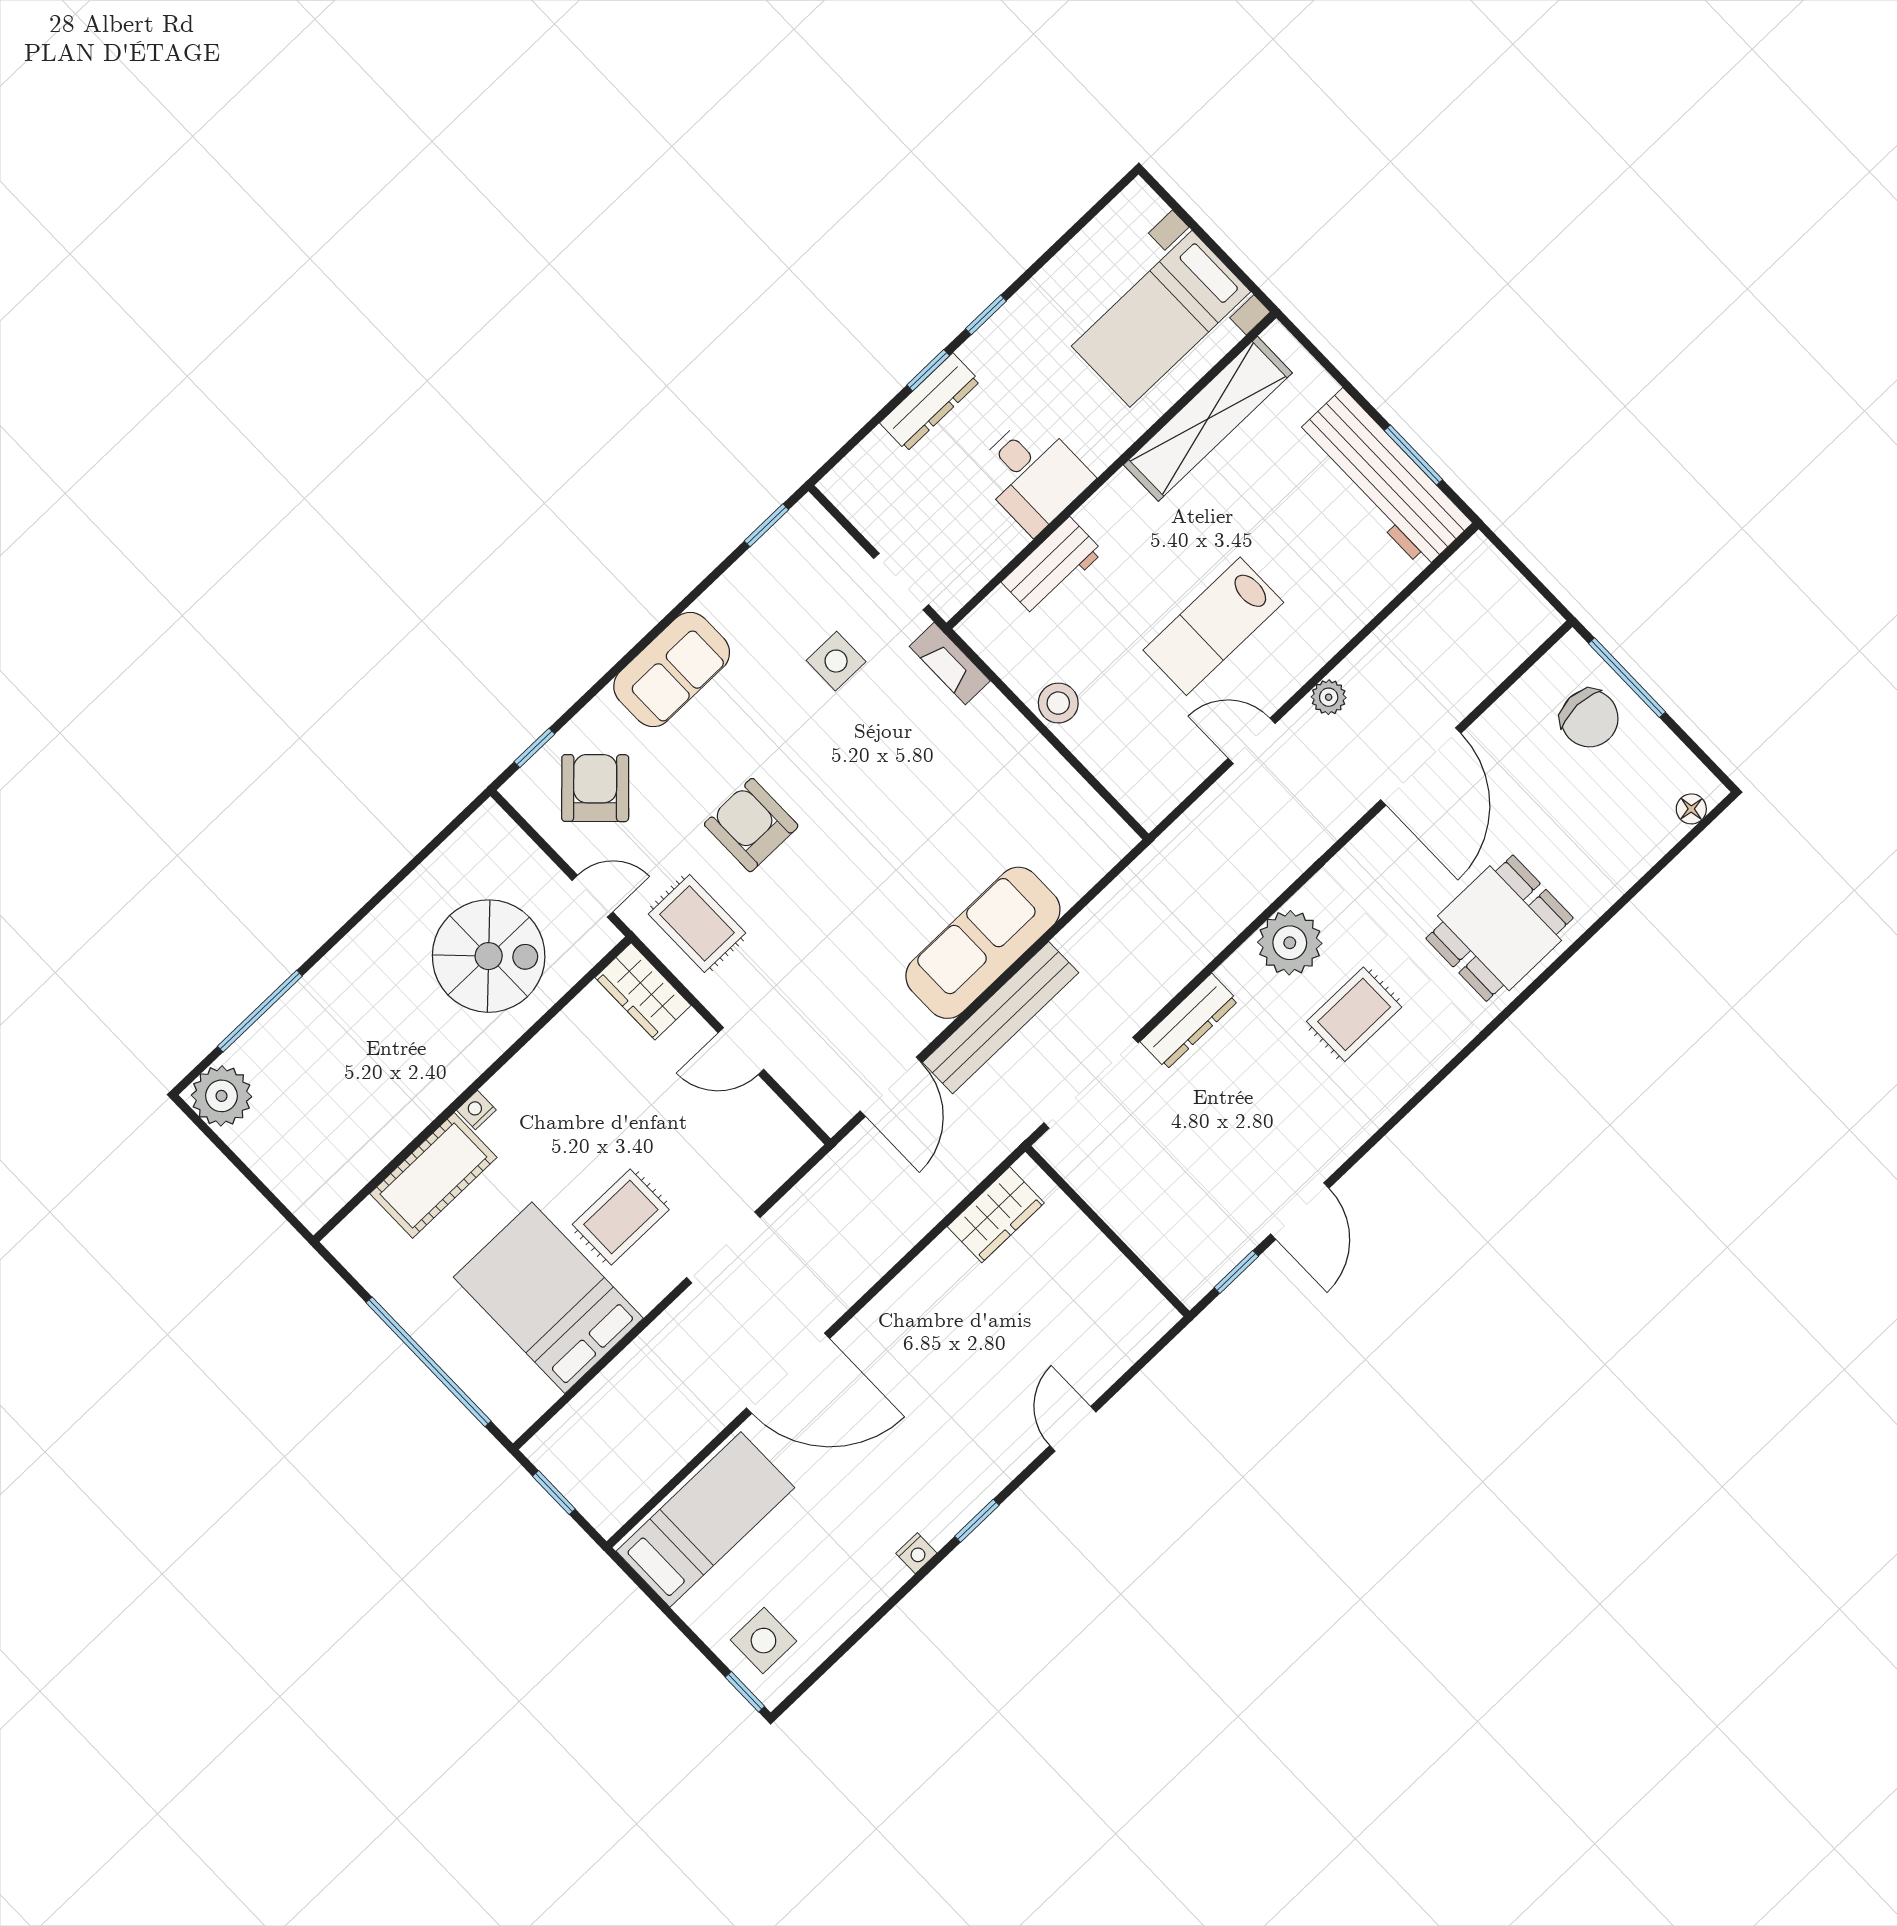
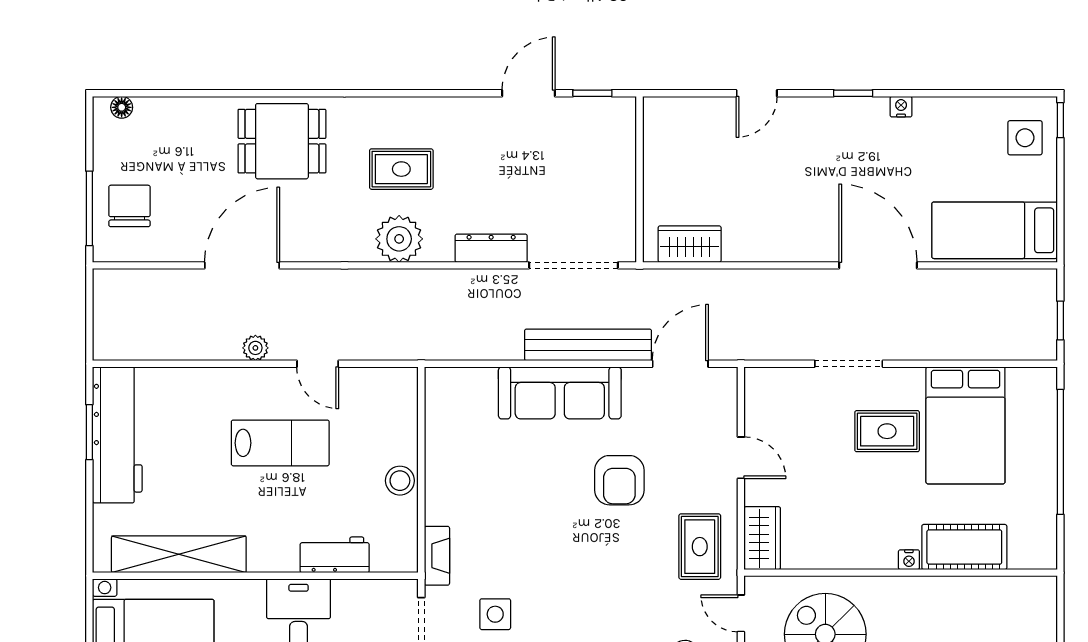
armchair: (751, 825) -> (619, 480), moved

